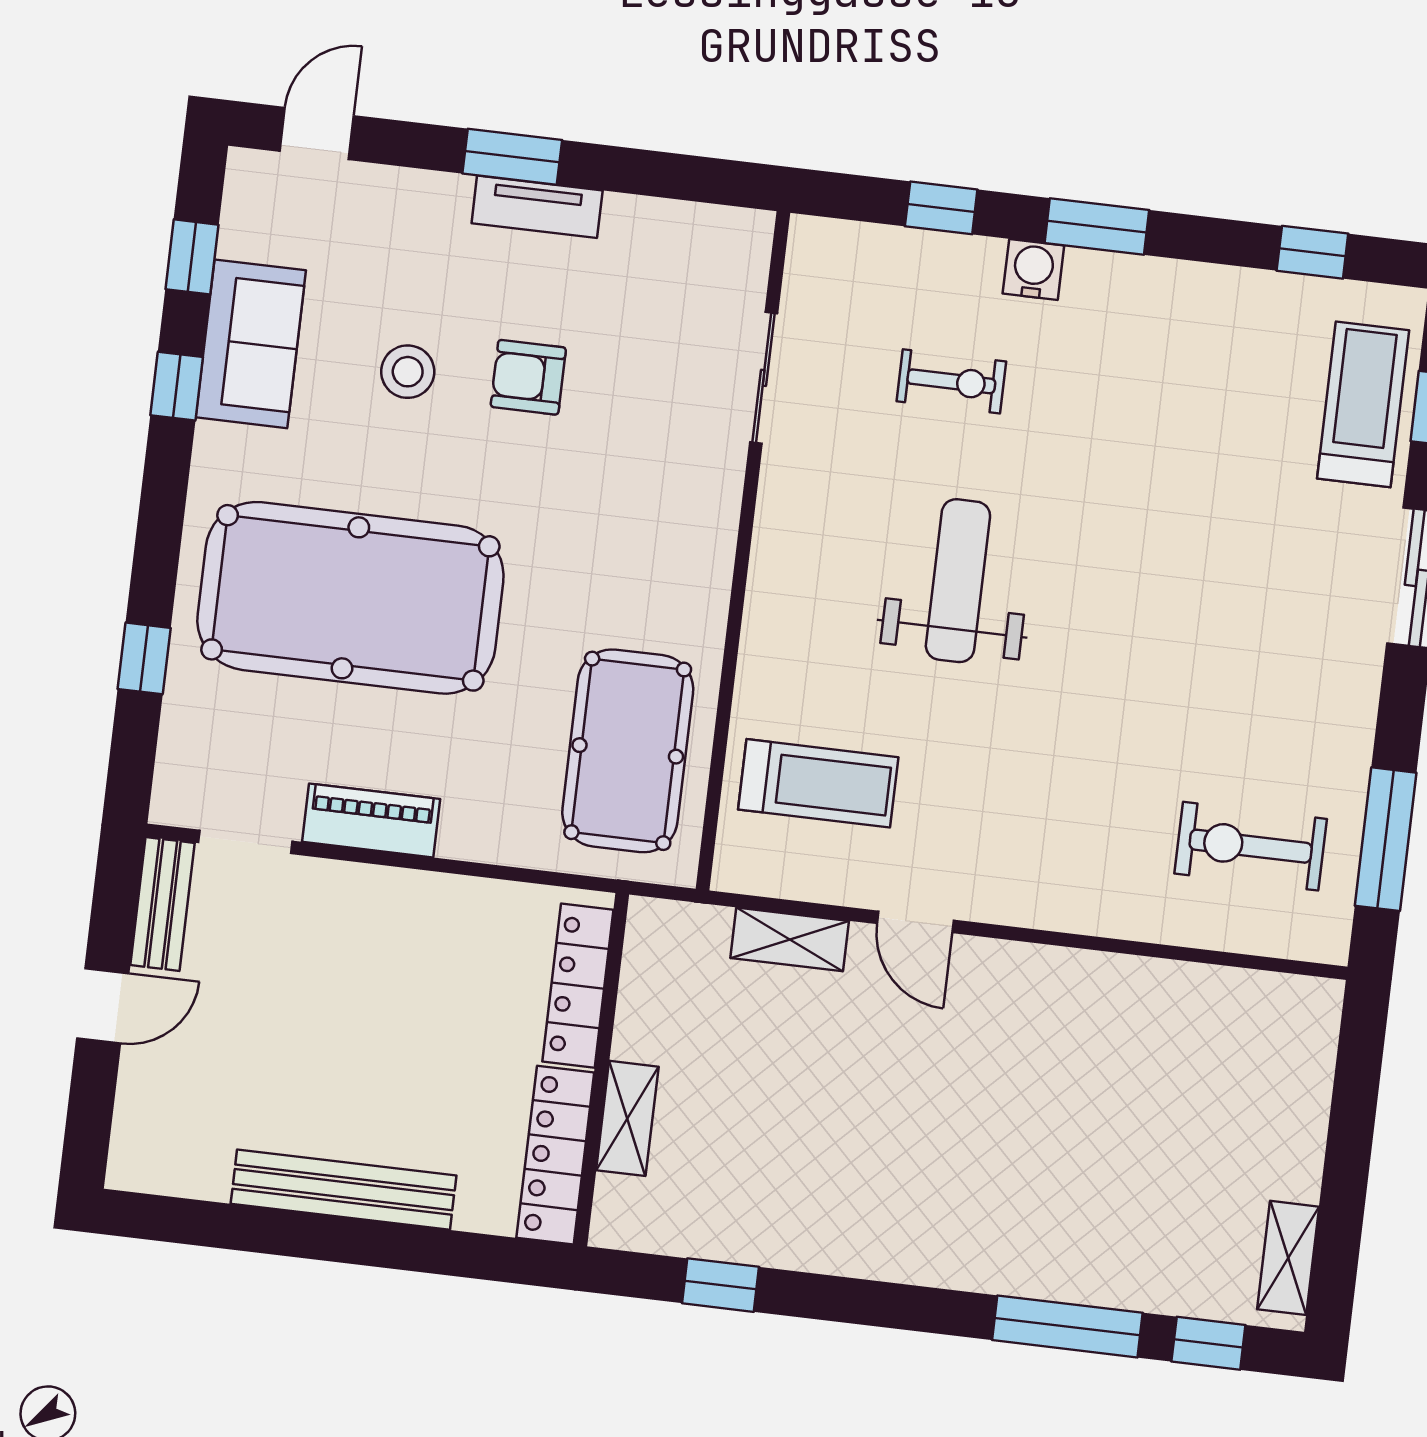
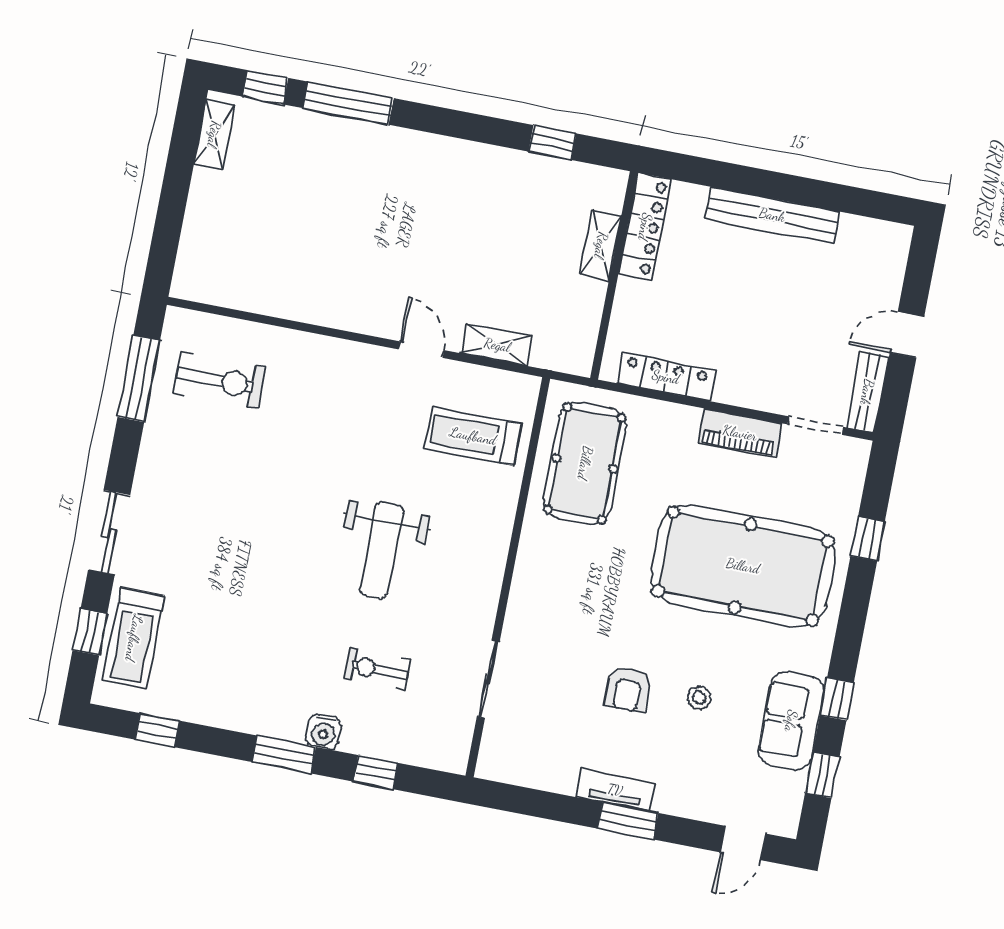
stool: (408, 372) -> (699, 698), width x0.73, depth x0.73
armchair: (528, 377) -> (628, 689), turned 90
locker: (578, 986) -> (666, 377), moved, turned -90

